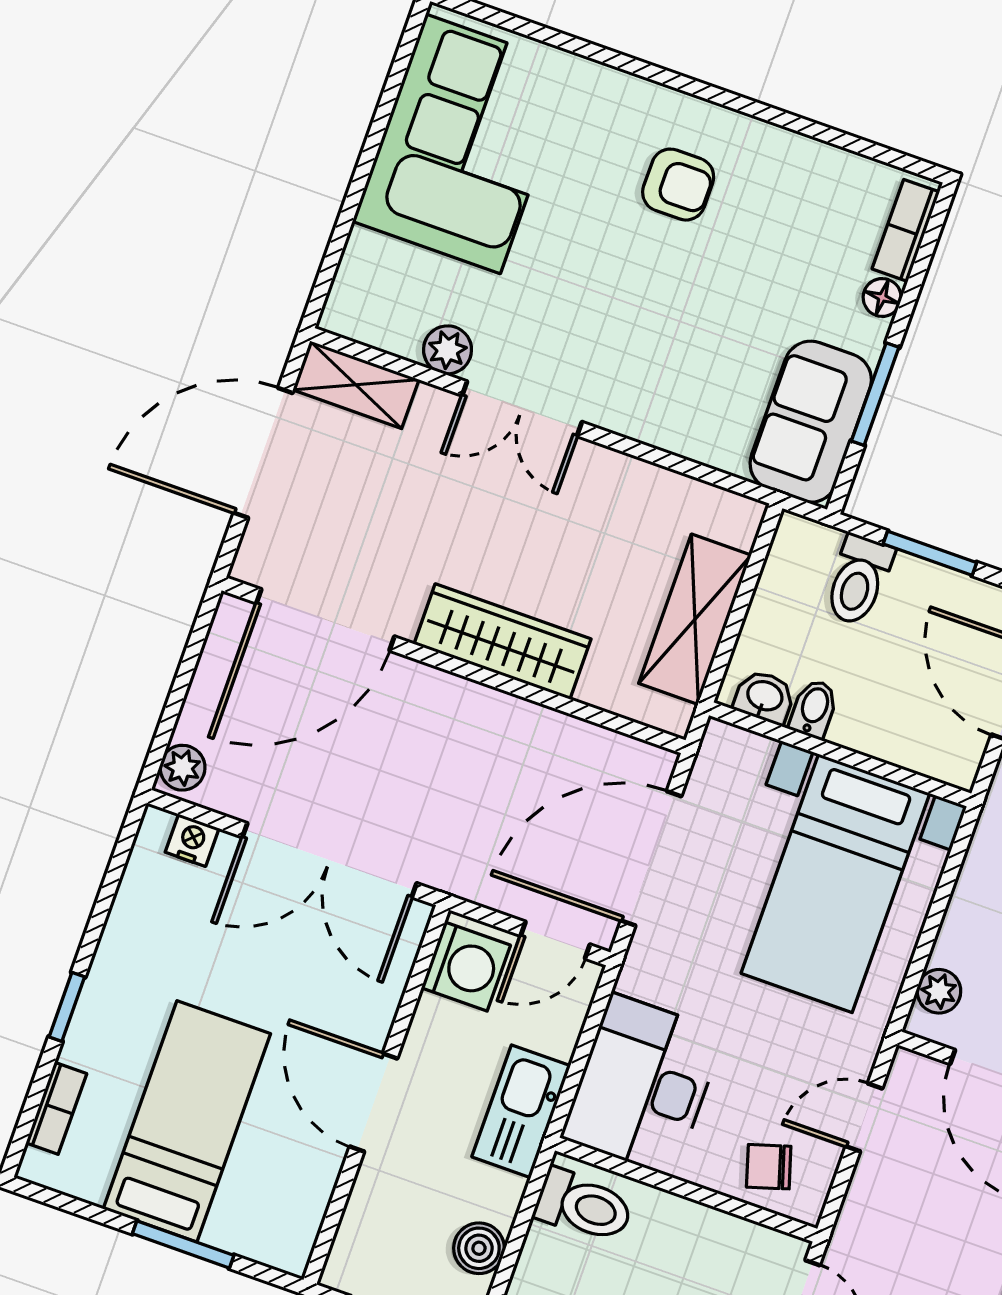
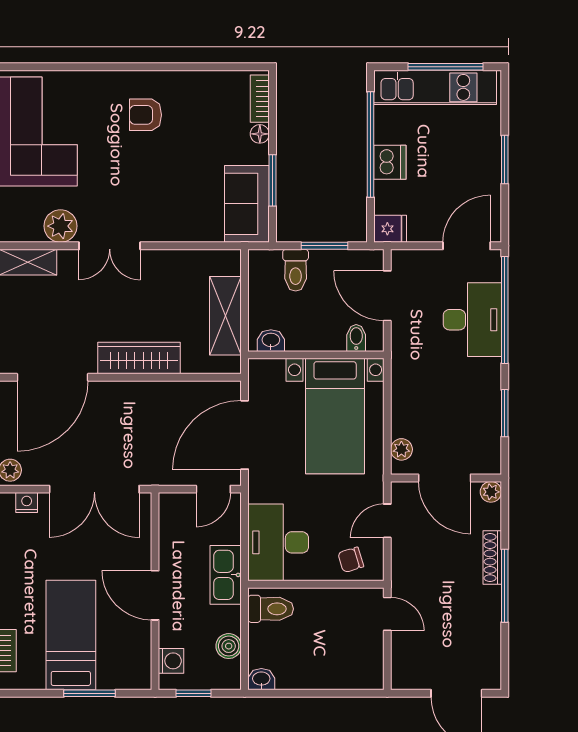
armchair: (678, 185) -> (146, 115), turned 180
plant: (448, 350) -> (60, 226), width x1.38, depth x1.38
bidet: (814, 709) -> (356, 338), moved
washing machine: (466, 967) -> (171, 661), moved, width x0.73, depth x0.73

